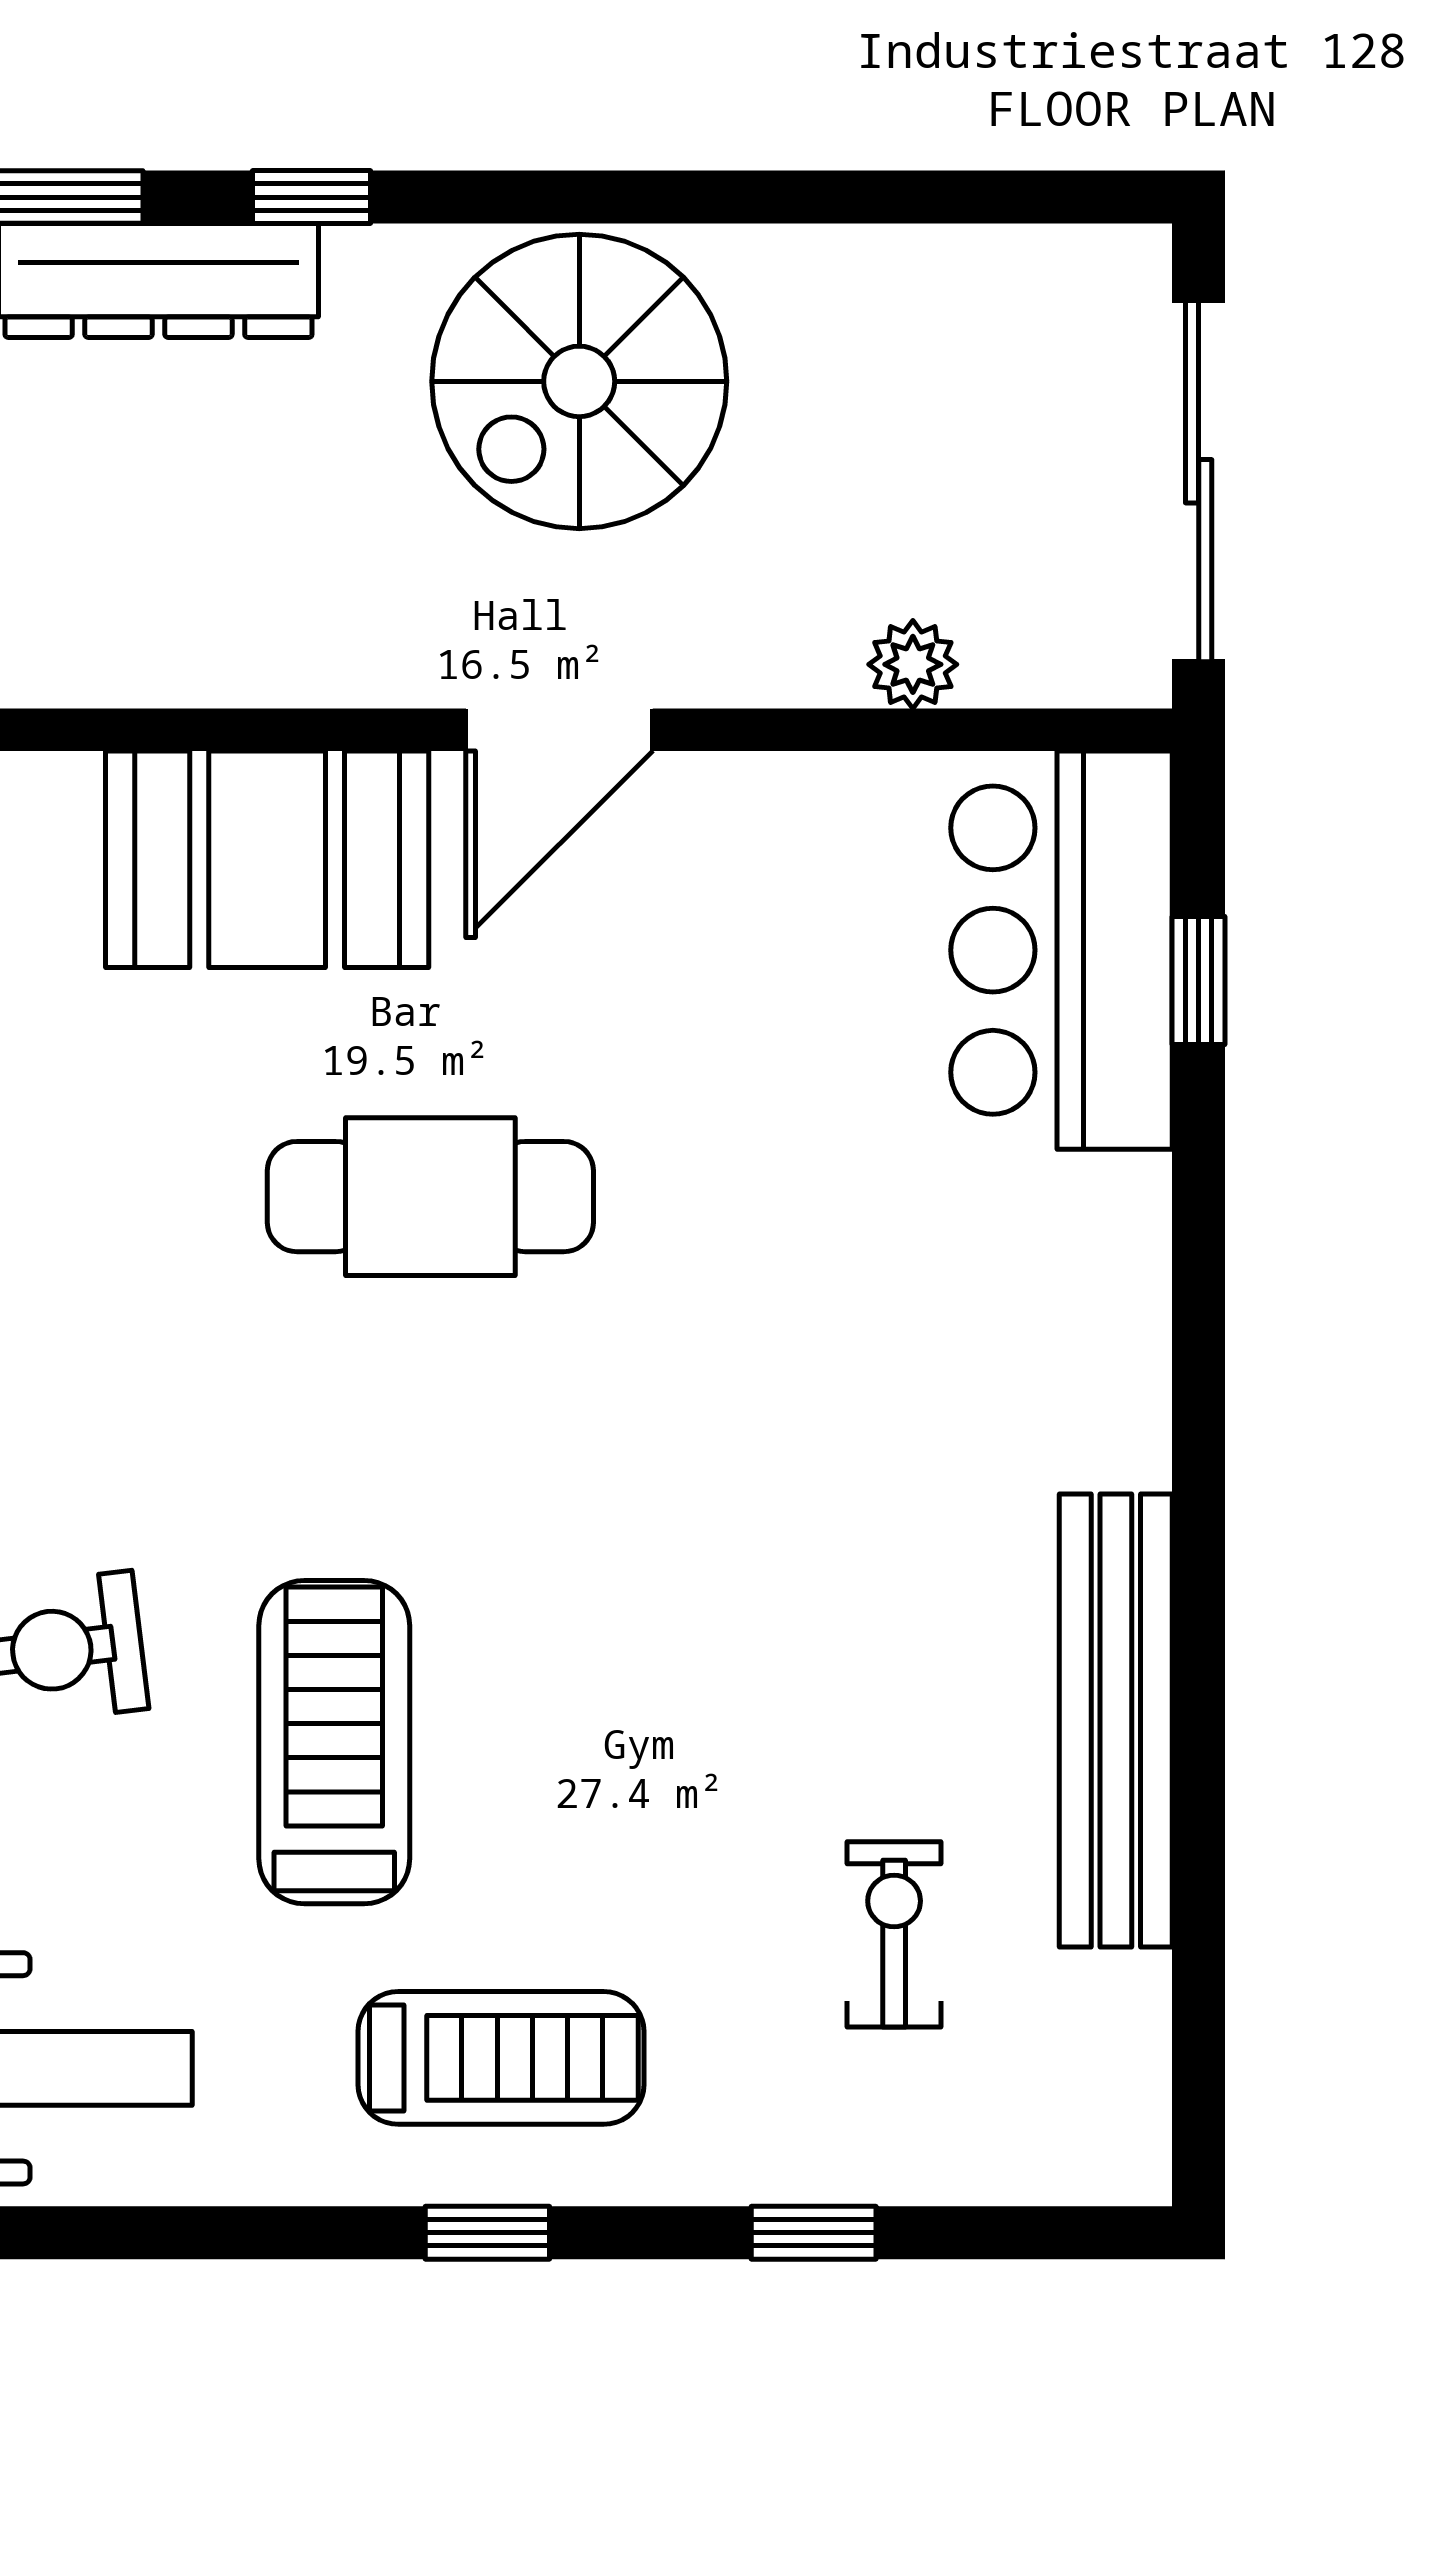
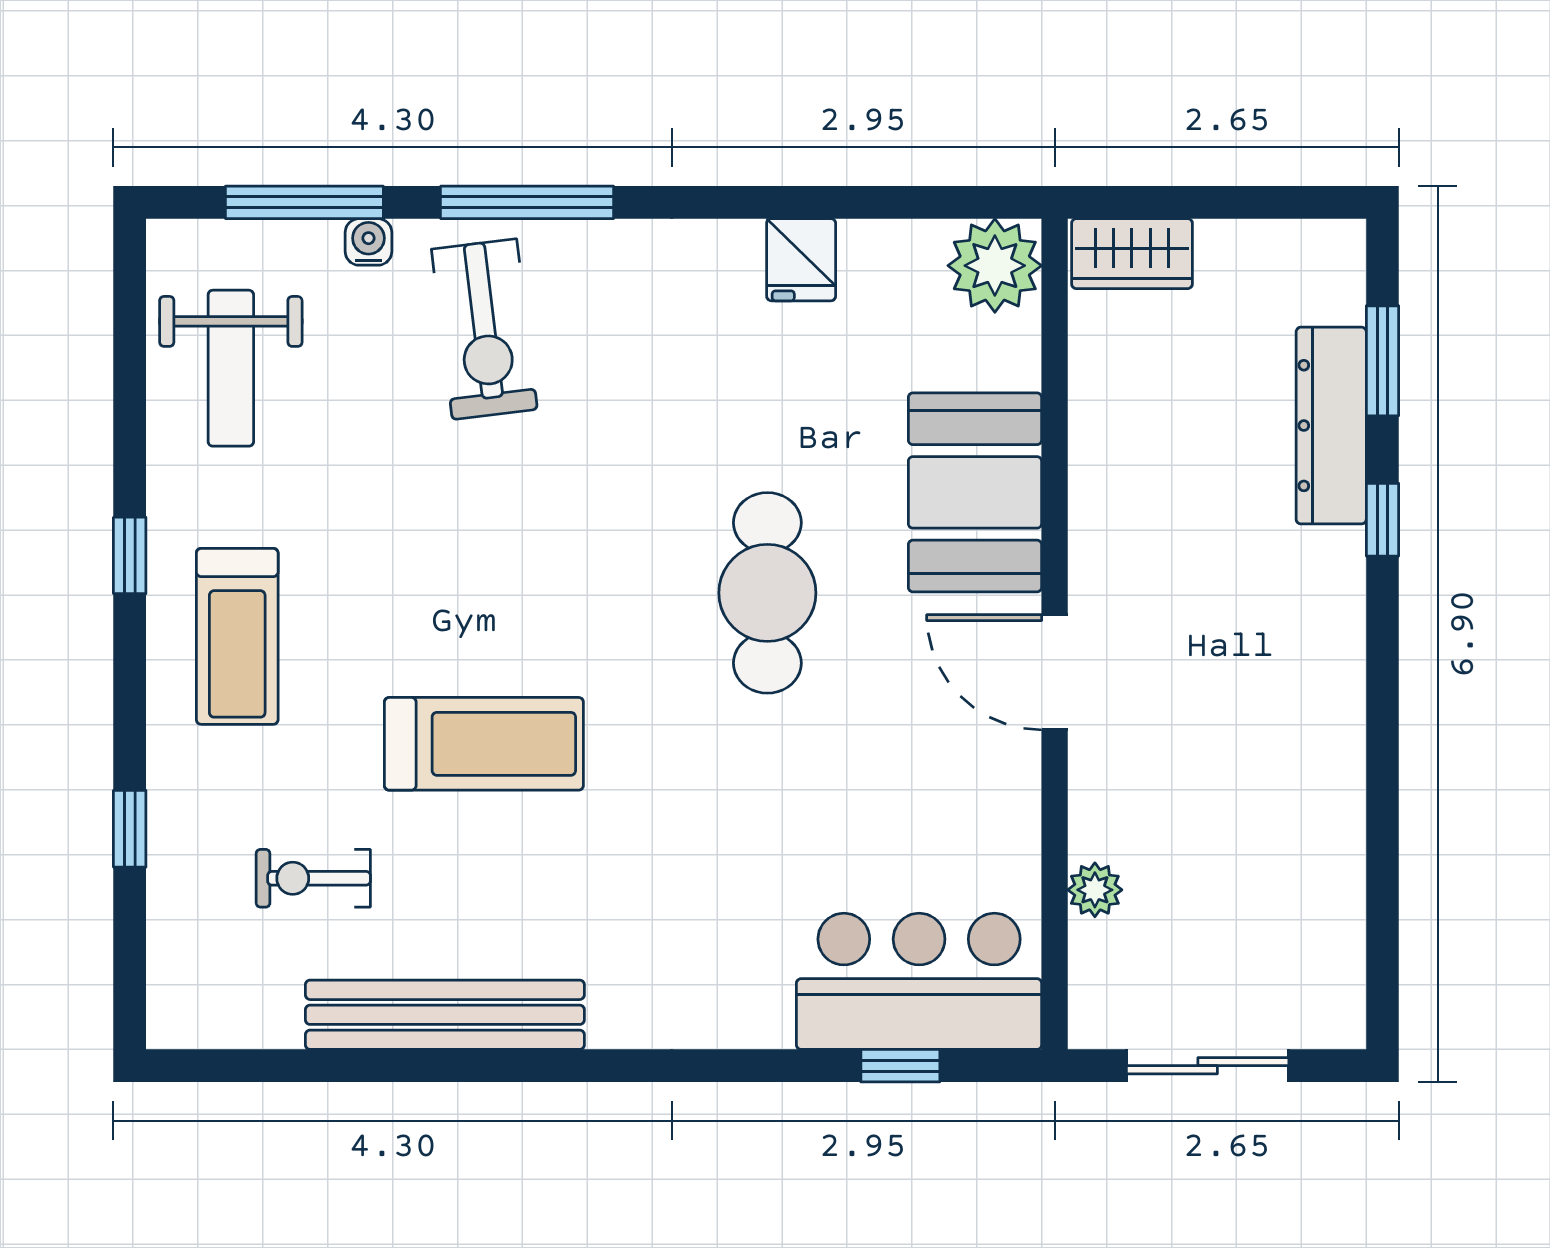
spiral stairs: (579, 381) -> (1269, 684), removed
sliding door: (1199, 481) -> (1208, 1066), width x0.73
treadmill: (334, 1742) -> (484, 744), moved
exercise bike: (894, 1934) -> (313, 878), turned 180
window: (487, 2233) -> (130, 555), moved

